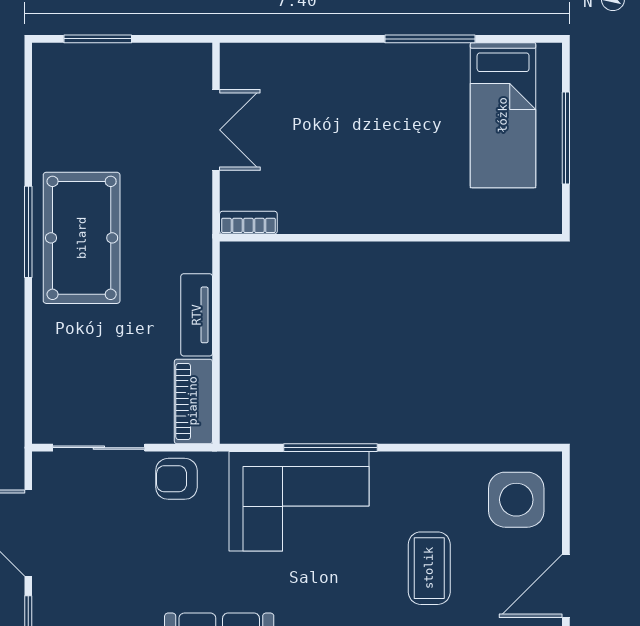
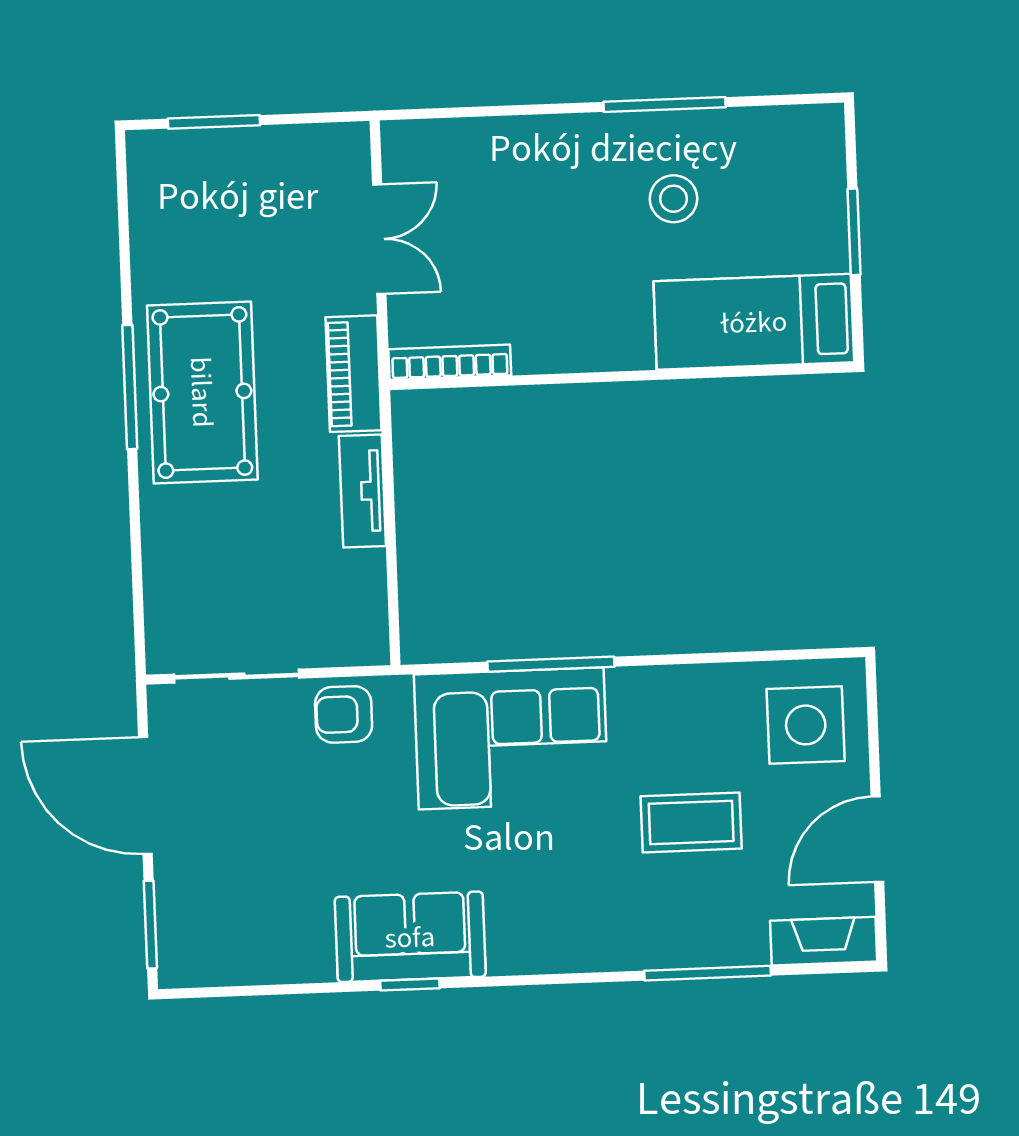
stool: (434, 109) -> (674, 199), added
bed: (503, 115) -> (754, 322), moved, turned 90
window: (566, 138) -> (854, 232), width x0.69
bookcase: (248, 223) -> (450, 362), width x1.56
piano: (193, 401) -> (354, 374), moved
coffee table: (429, 568) -> (691, 822), turned 90

